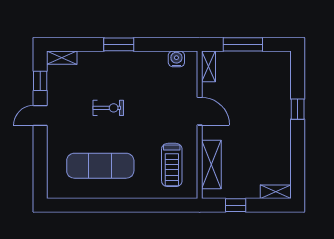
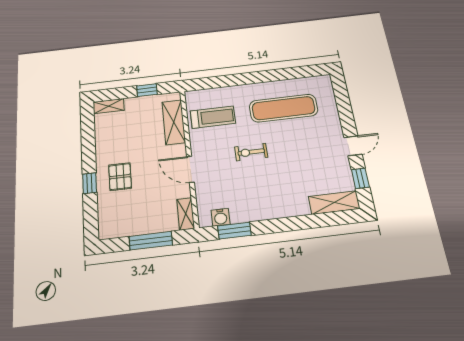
window: (119, 44) -> (234, 231), moved
shelving: (62, 58) -> (334, 203), width x1.50, depth x1.33
exercise bike: (108, 108) -> (251, 152), moved
pallet: (268, 112) -> (120, 177), added
treadmill: (172, 165) -> (213, 117), turned 90

